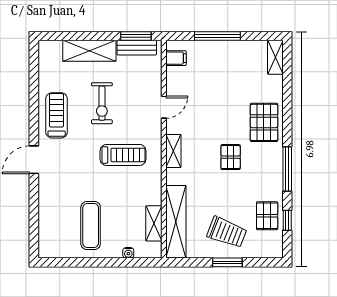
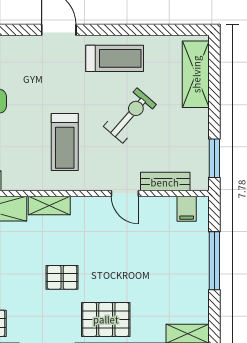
bench: (137, 48) -> (165, 182), moved, turned 90
shelving: (89, 51) -> (196, 74), moved
exercise bike: (102, 103) -> (130, 115), turned 131
shelving: (173, 151) -> (49, 205), moved

